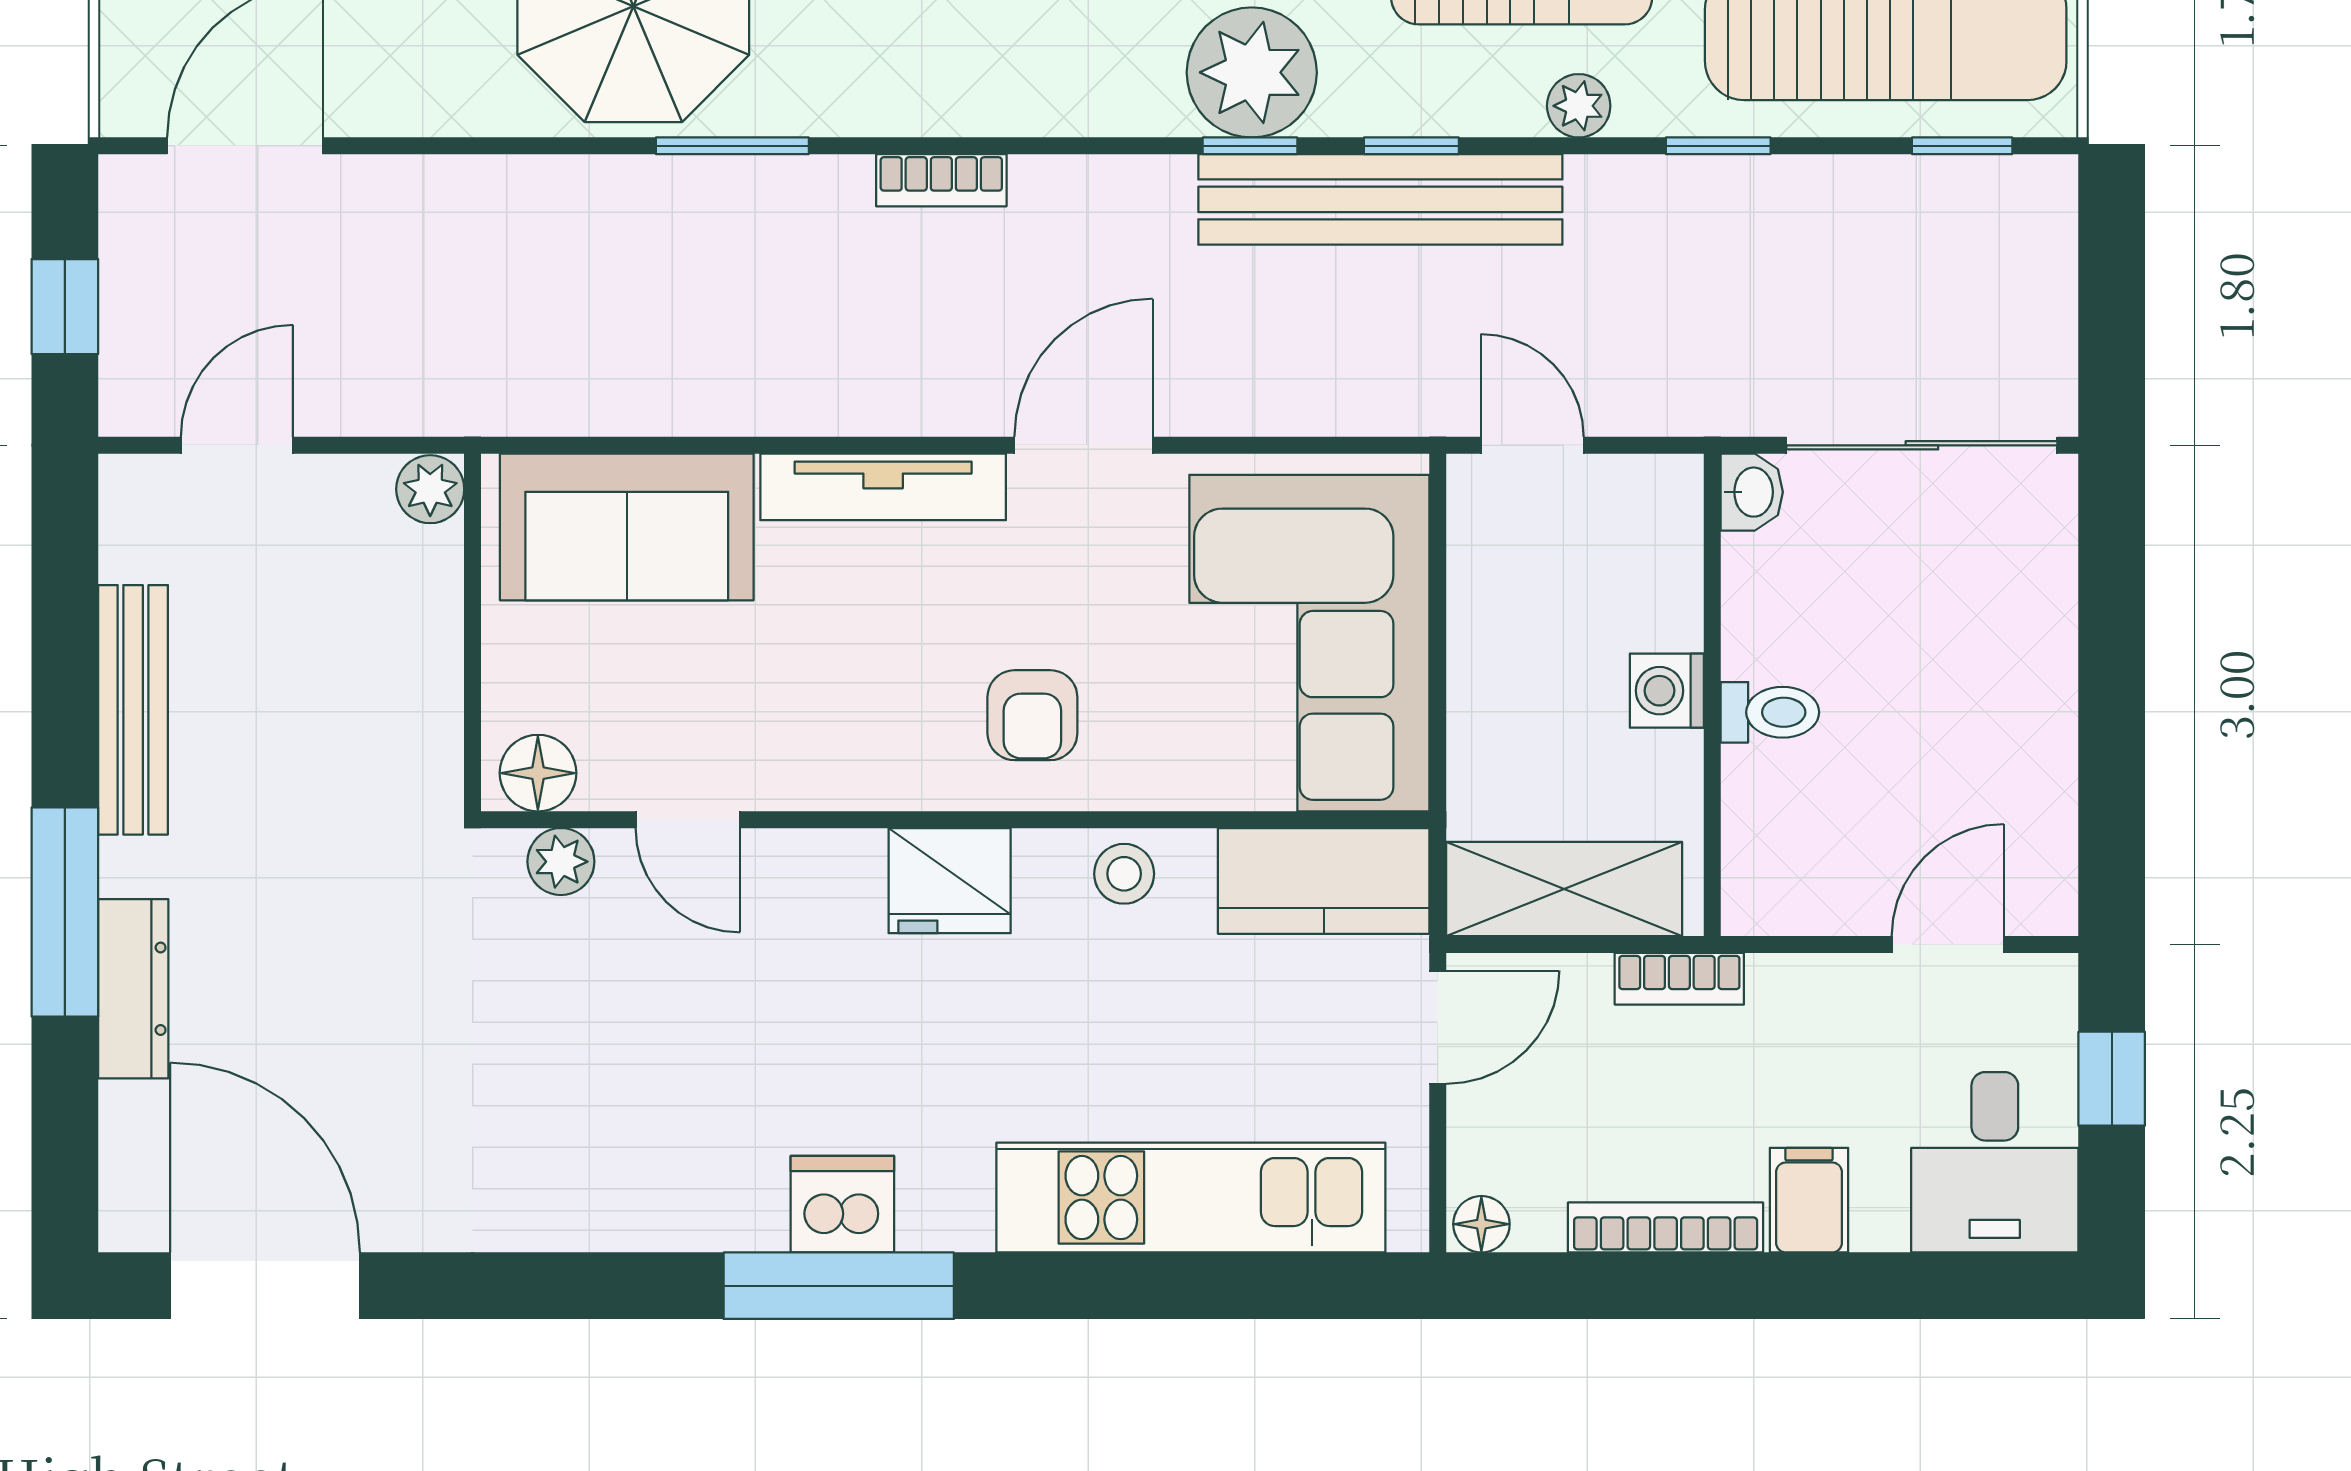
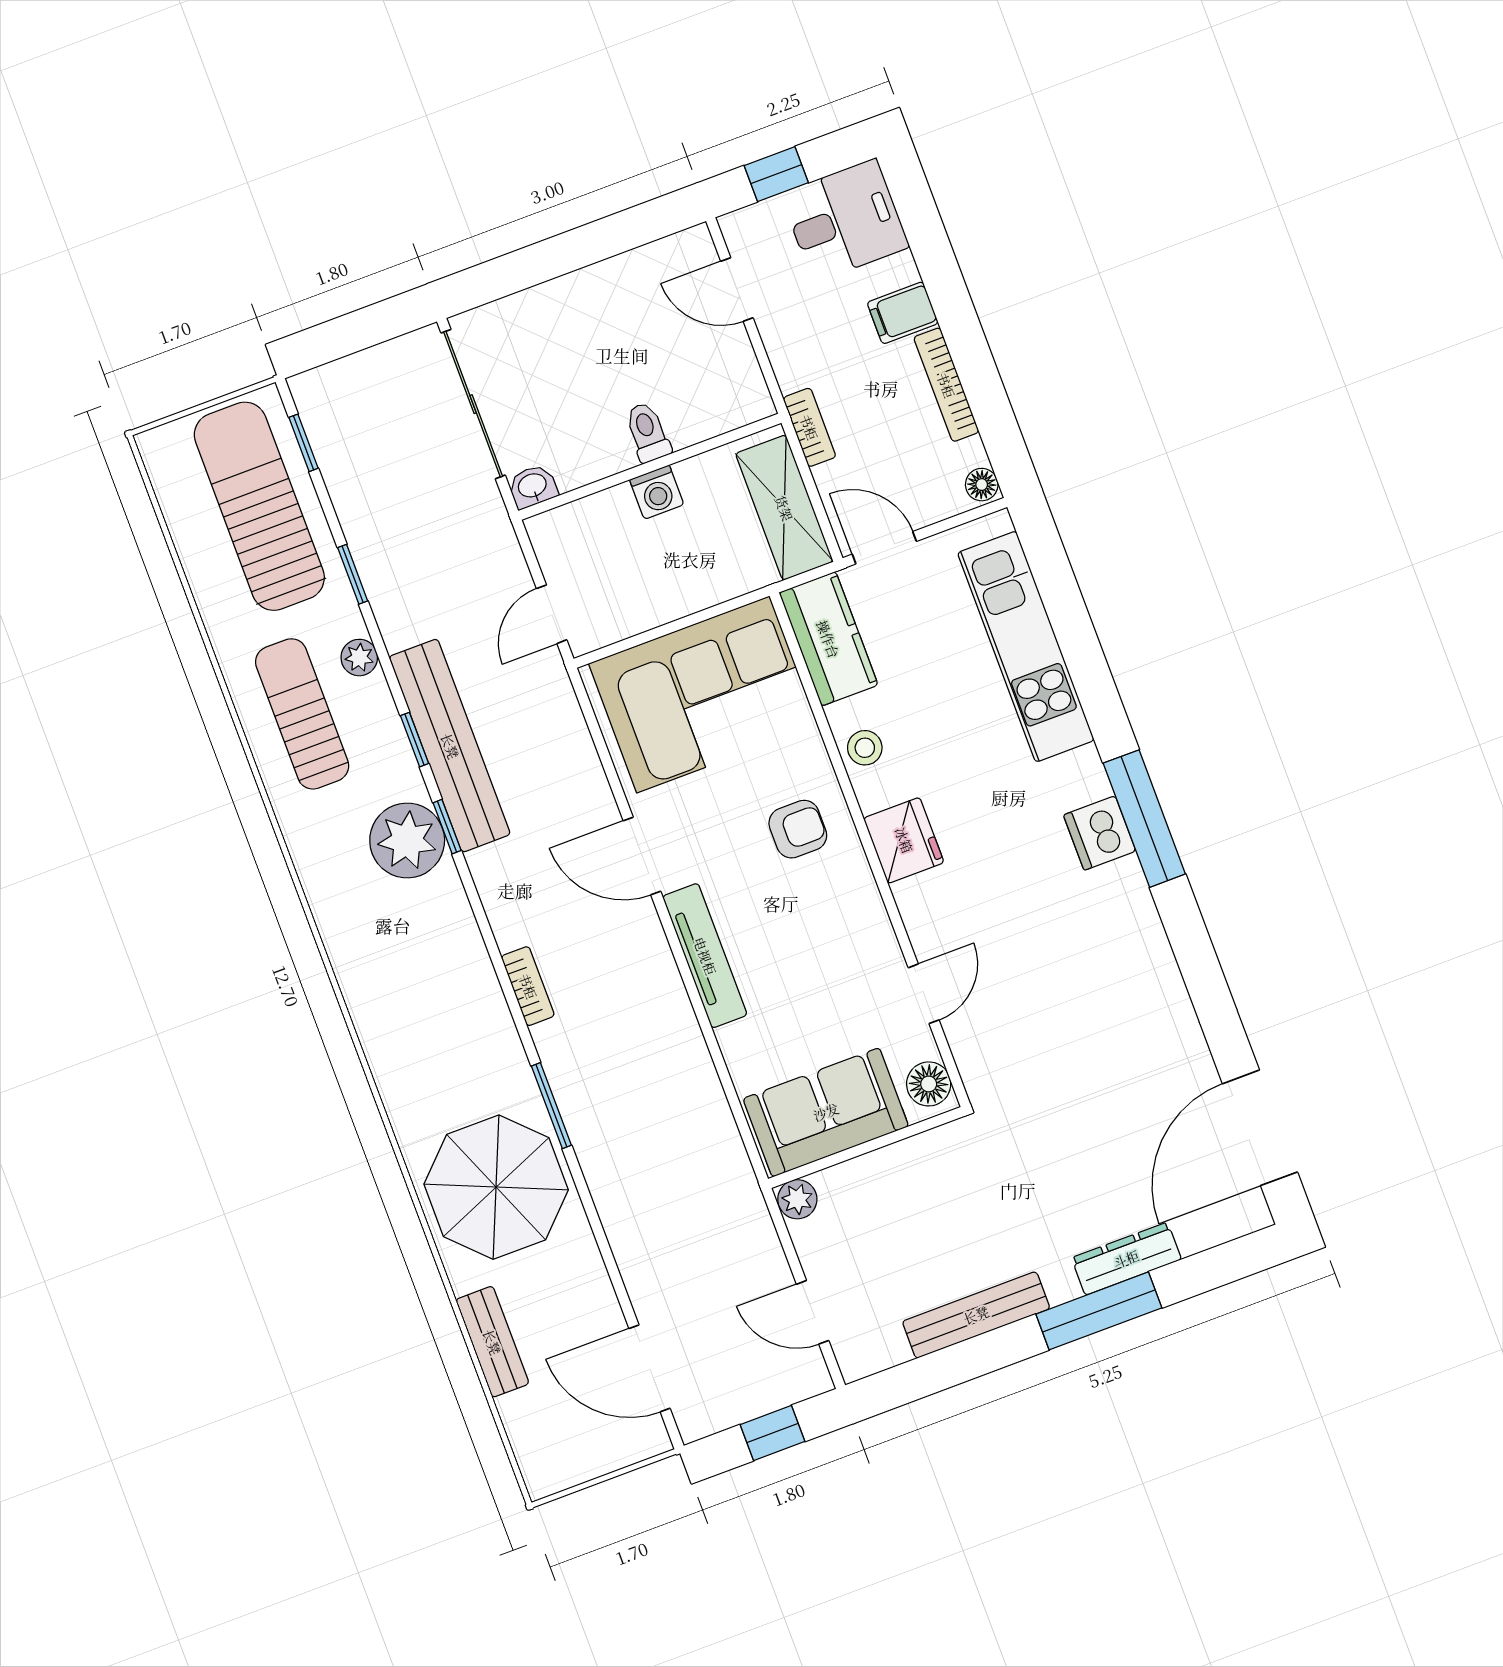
sofa: (627, 527) -> (826, 1112), moved, turned -90
plant: (561, 862) -> (972, 1054), removed

